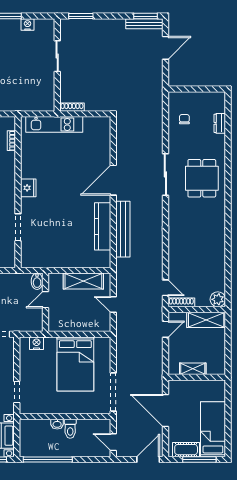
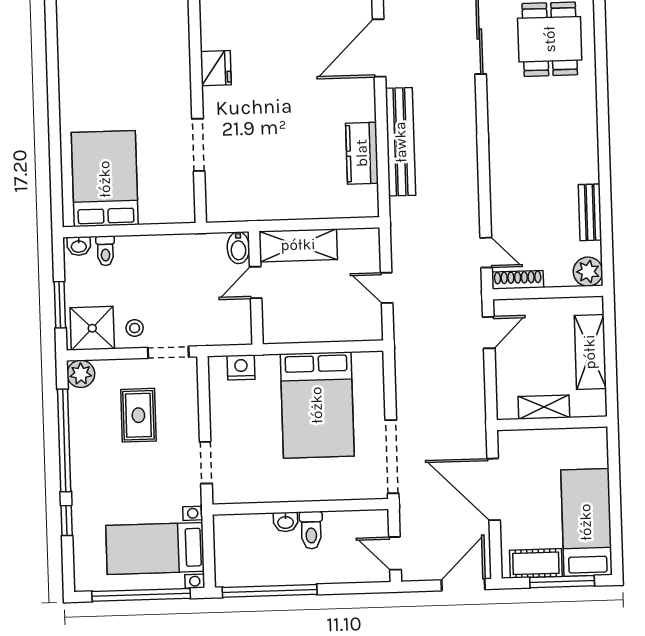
kitchen counter: (103, 226) -> (362, 153), width x0.67
bench: (220, 269) -> (590, 212), added
shelving: (83, 281) -> (298, 245), moved
shelving: (206, 320) -> (590, 352), moved, turned 90

